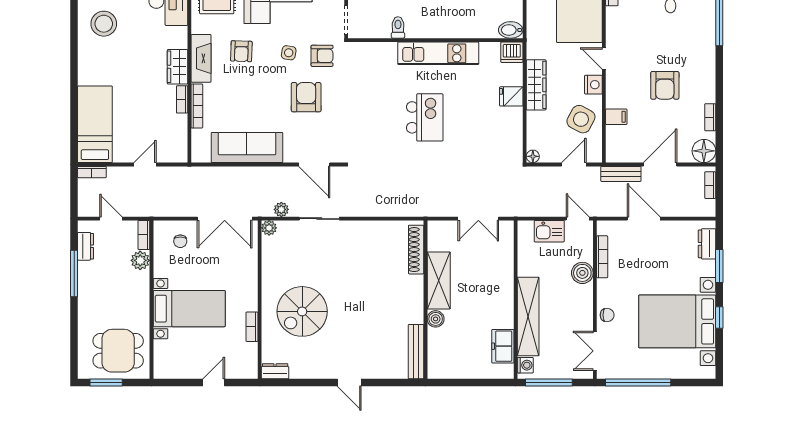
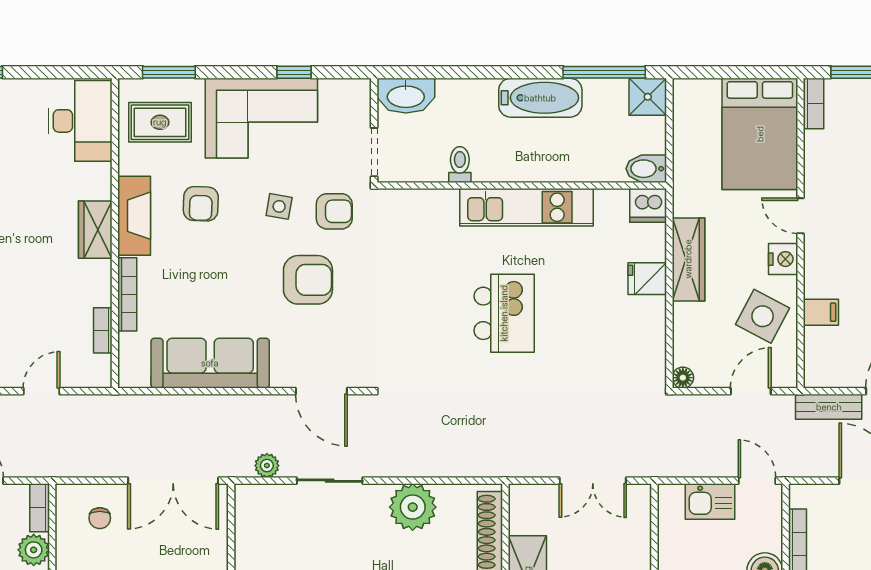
armchair: (306, 97) -> (308, 280), turned 90
bookcase: (182, 99) -> (103, 330), moved
plant: (269, 228) -> (413, 507), moved, width x1.88, depth x1.88

